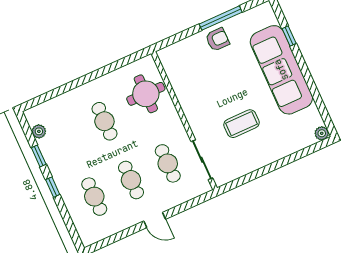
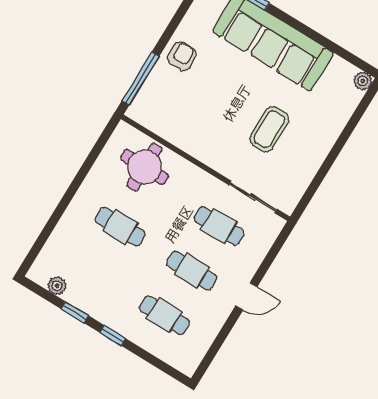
window: (221, 18) -> (141, 78), moved

